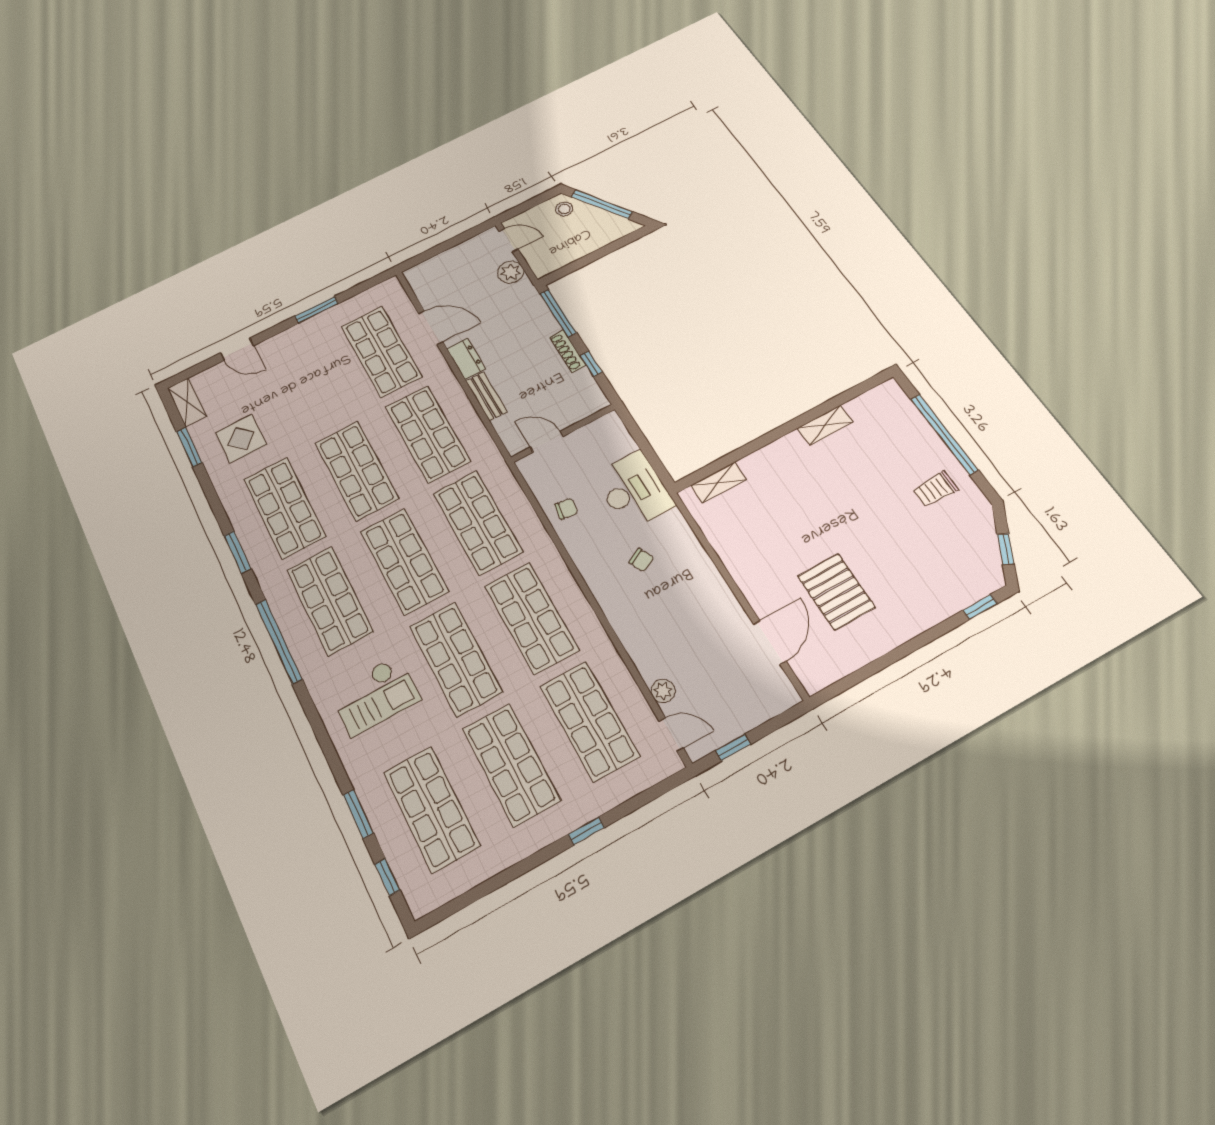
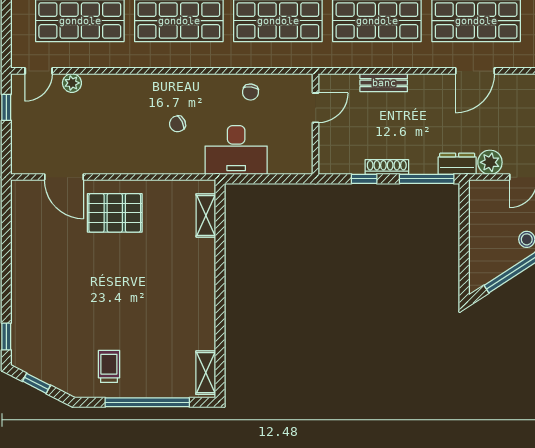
dresser: (466, 359) -> (457, 164), moved, turned 180
shelving: (825, 425) -> (206, 373), moved
pallet: (836, 592) -> (115, 213), moved

